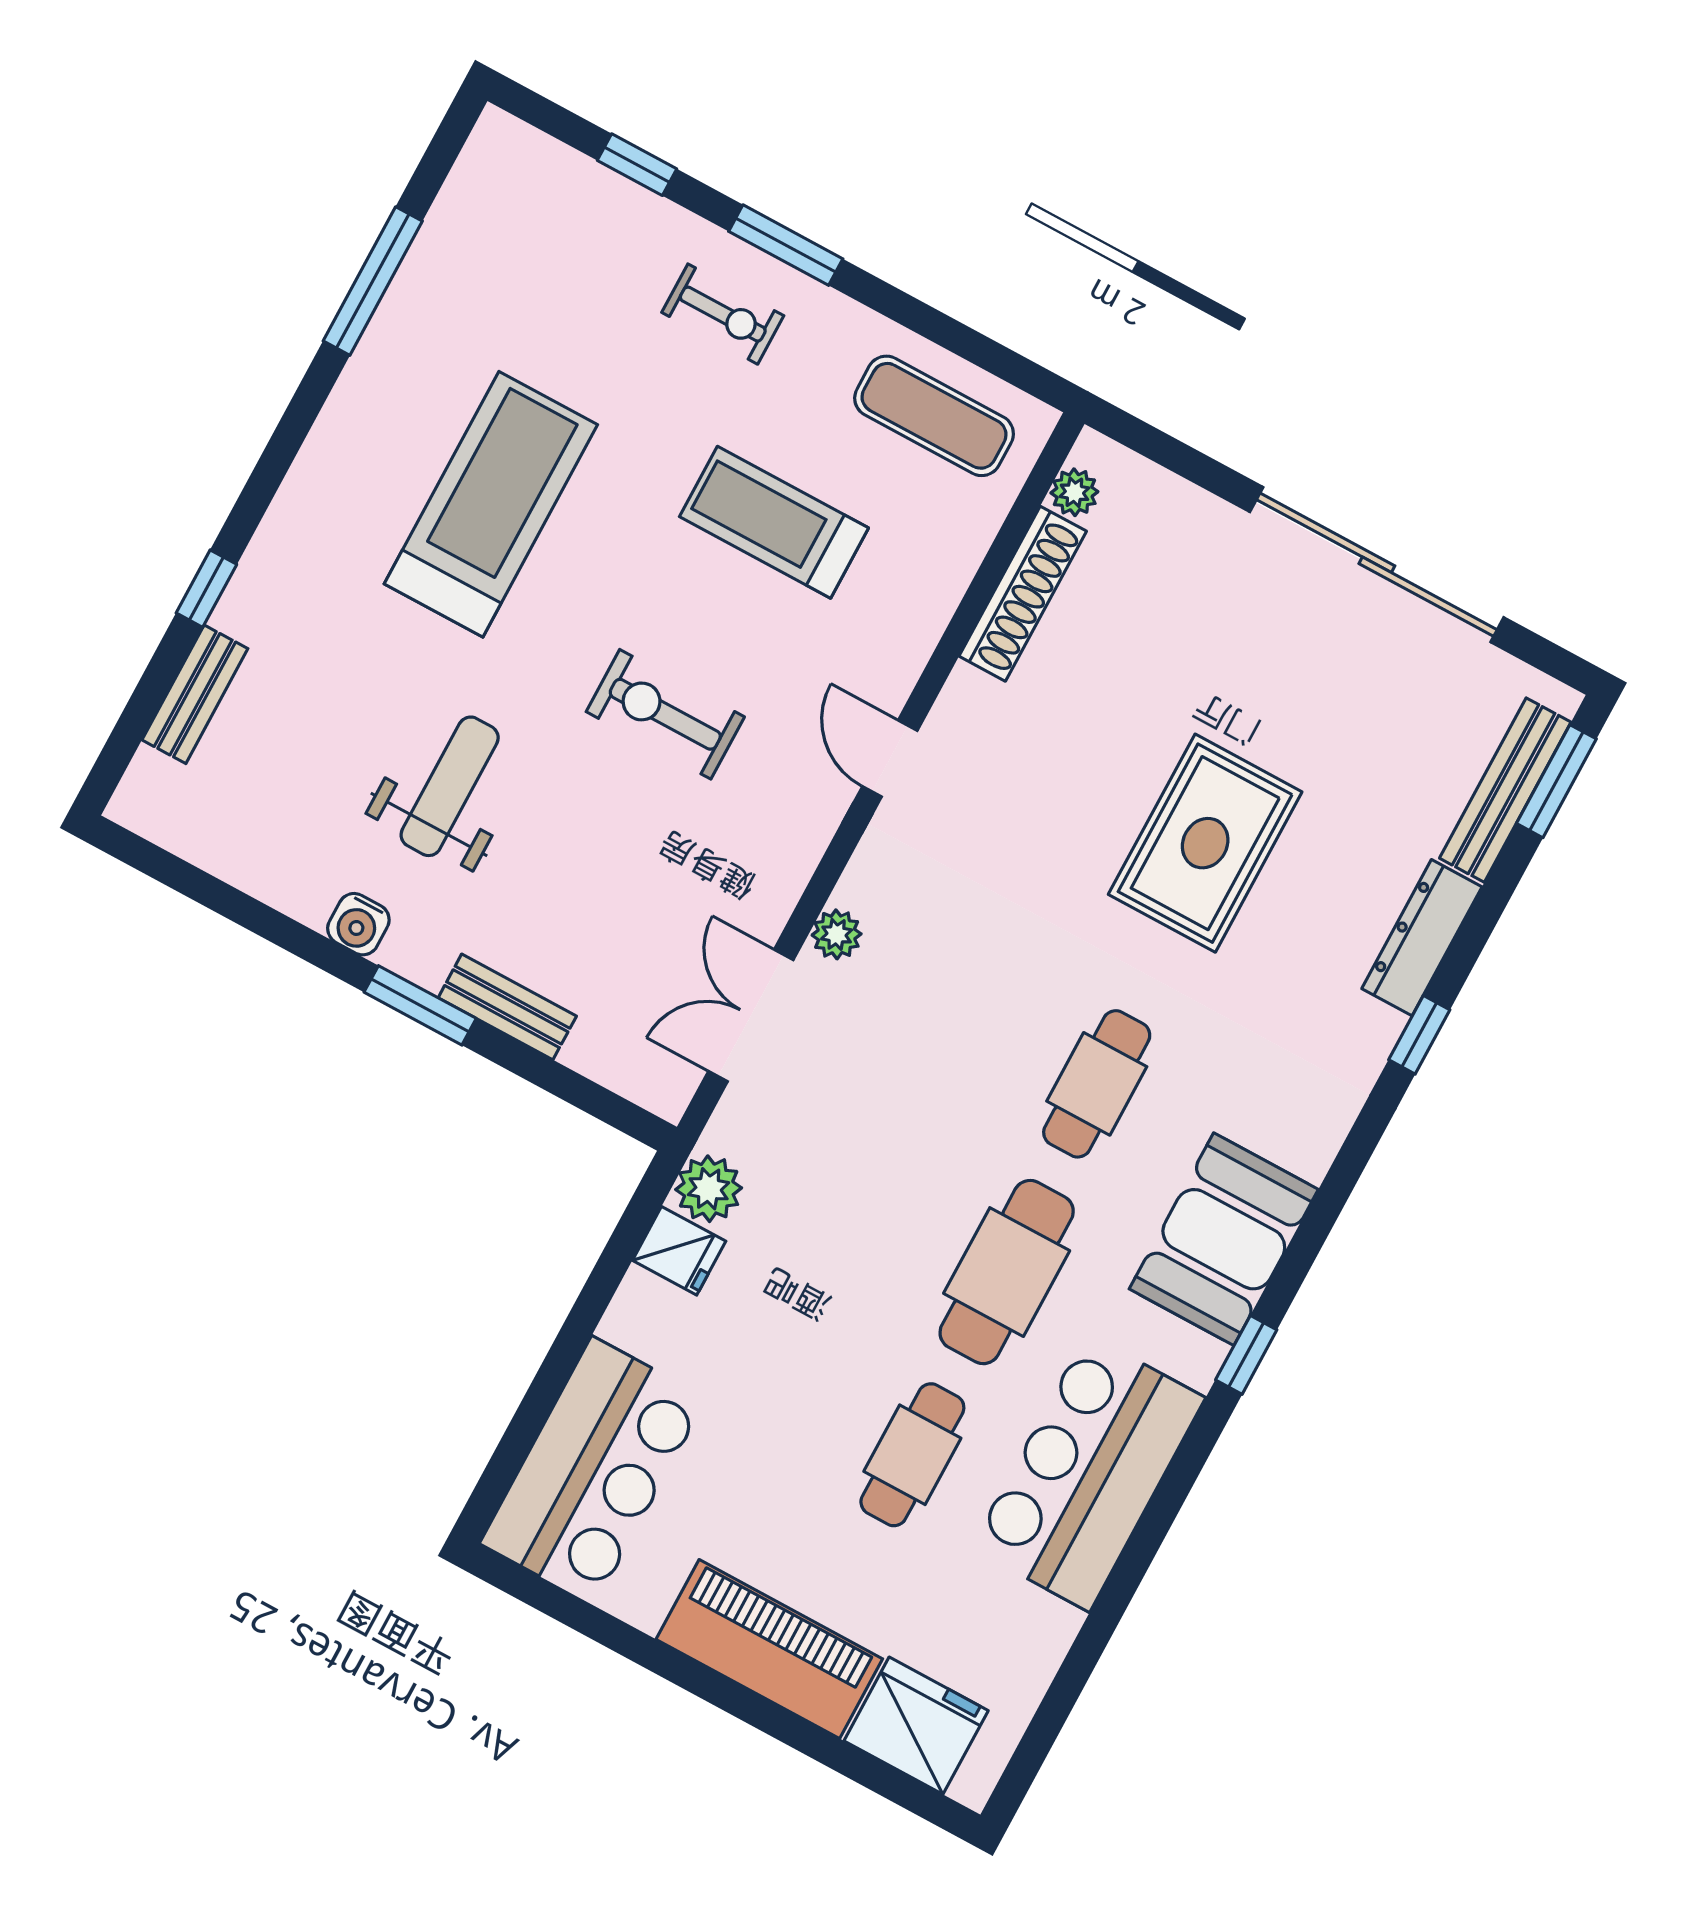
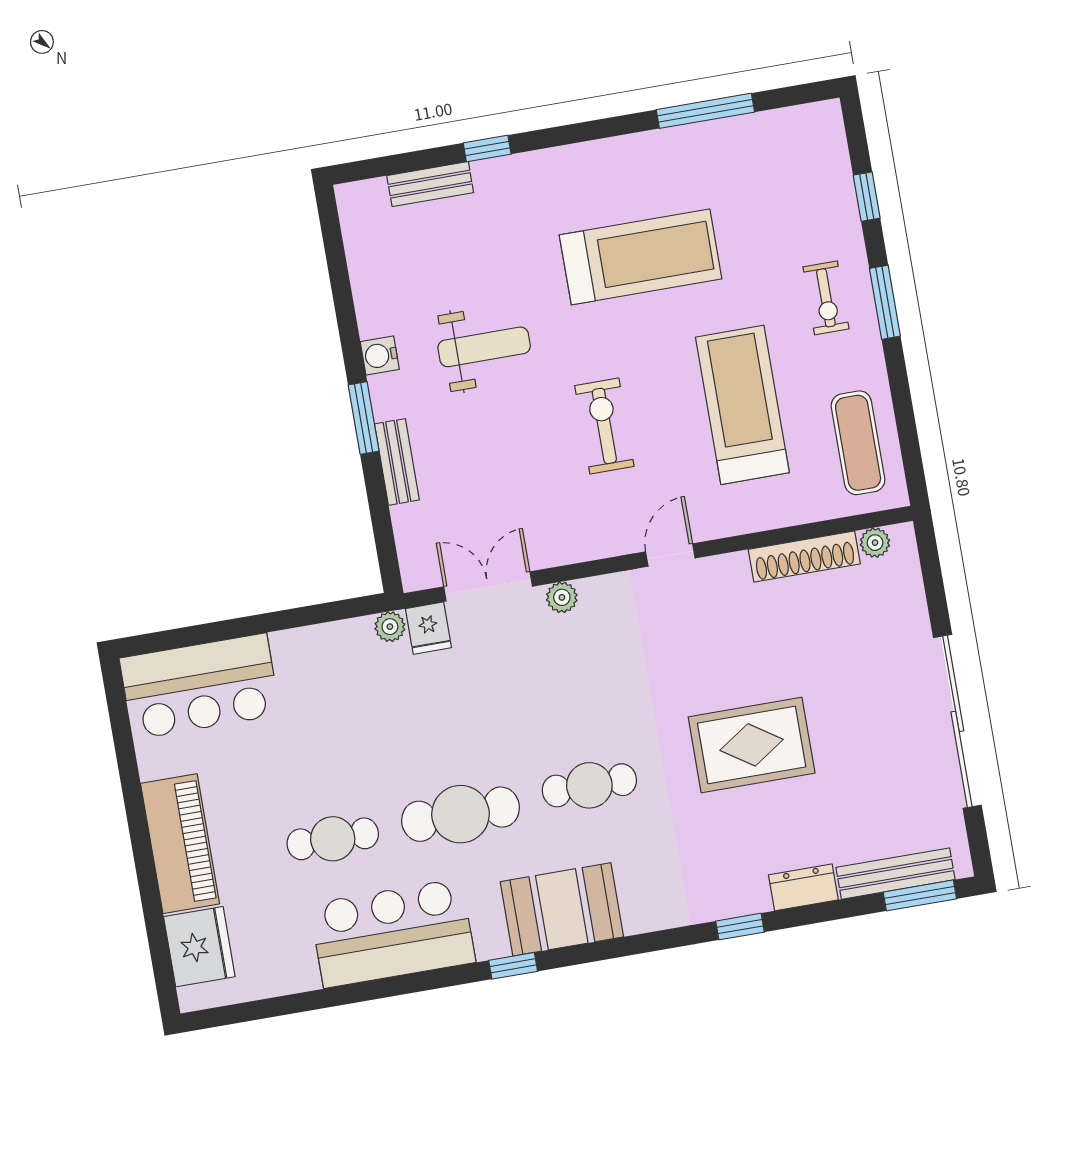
treadmill: (774, 522) -> (742, 405), width x1.37, depth x1.38
dresser: (1422, 938) -> (803, 887), width x0.70
plant: (709, 1189) -> (390, 627), width x0.73, depth x0.73
fridge: (679, 1251) -> (428, 628), moved

